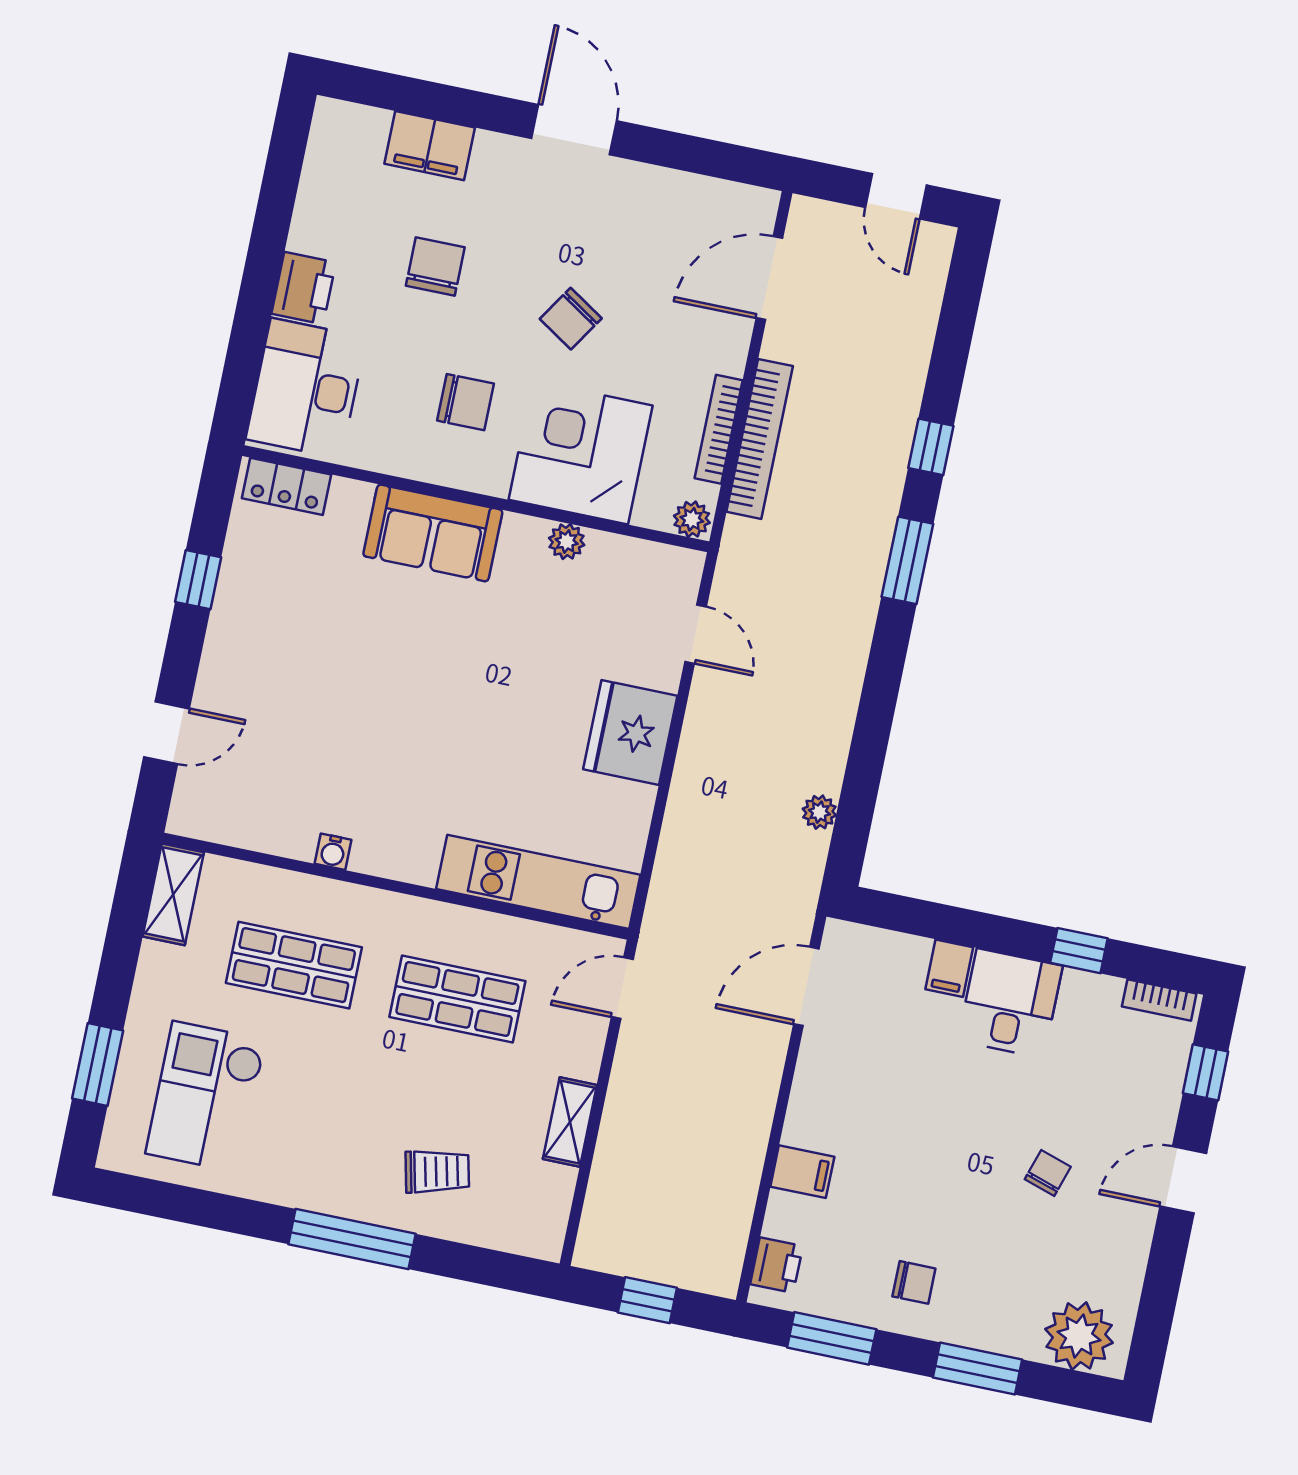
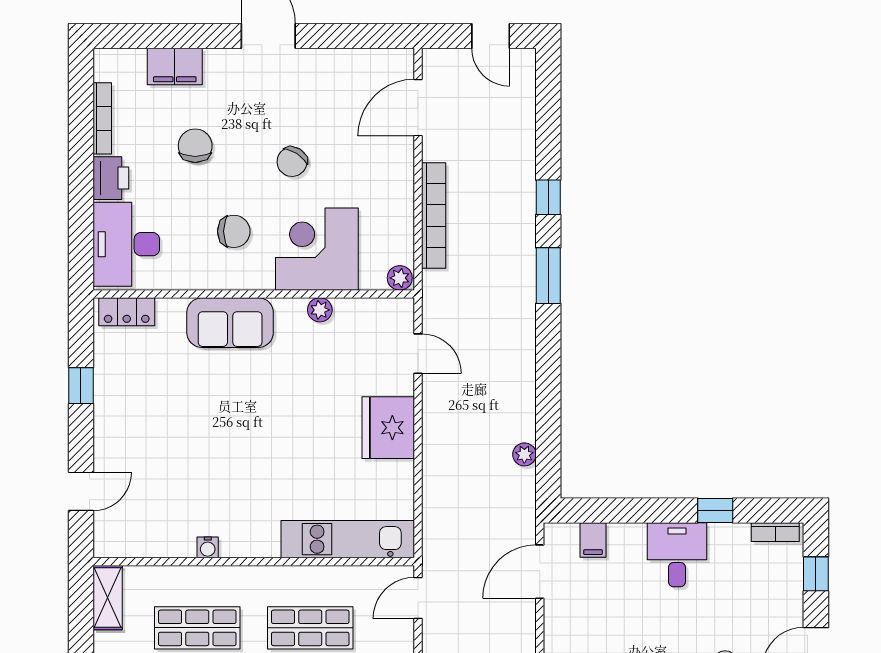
bookcase: (719, 429) -> (102, 118), moved, turned 180
filing cabinet: (949, 968) -> (593, 540), moved

